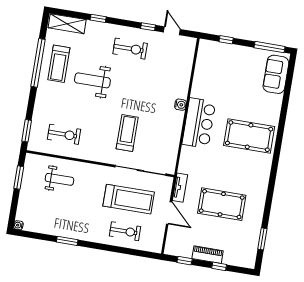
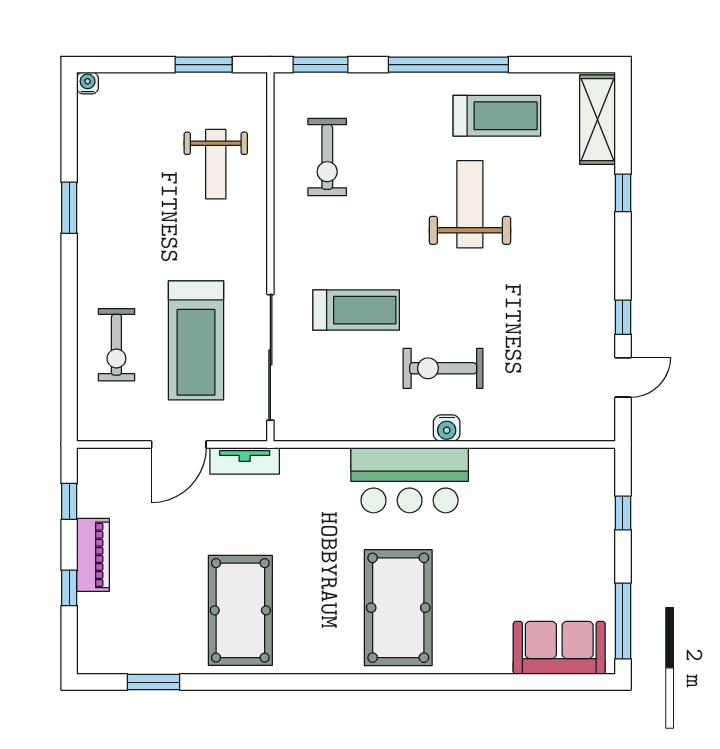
exercise bike: (130, 49) -> (443, 368), moved, turned 90
window: (38, 63) -> (448, 65), moved
treadmill: (59, 64) -> (497, 116), turned 180
pool table: (222, 204) -> (240, 610), moved

